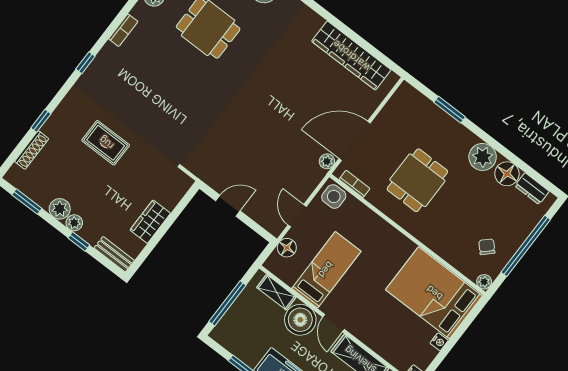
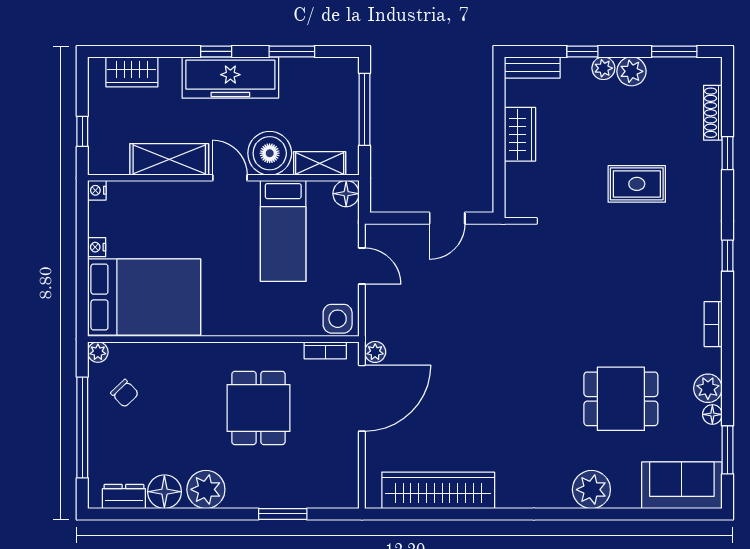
floor lamp: (287, 248) -> (346, 194), moved

